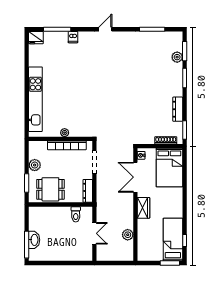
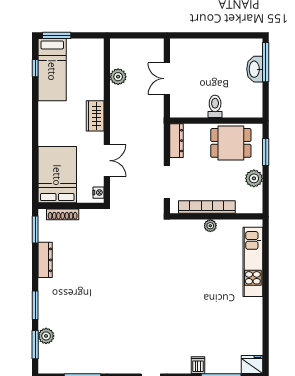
kitchen unit: (35, 99) -> (253, 262), width x0.73
double door: (135, 177) -> (107, 161), width x0.73
toilet: (76, 214) -> (215, 106), moved

